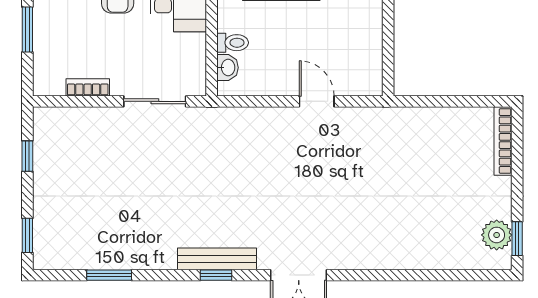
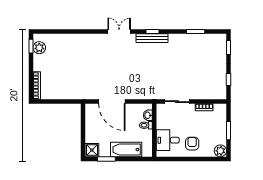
door: (317, 101) -> (112, 102), width x1.88

